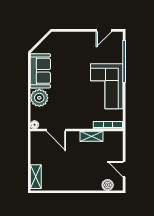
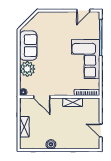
shelving: (36, 177) -> (24, 127), moved
boiler: (108, 185) -> (51, 144), moved

